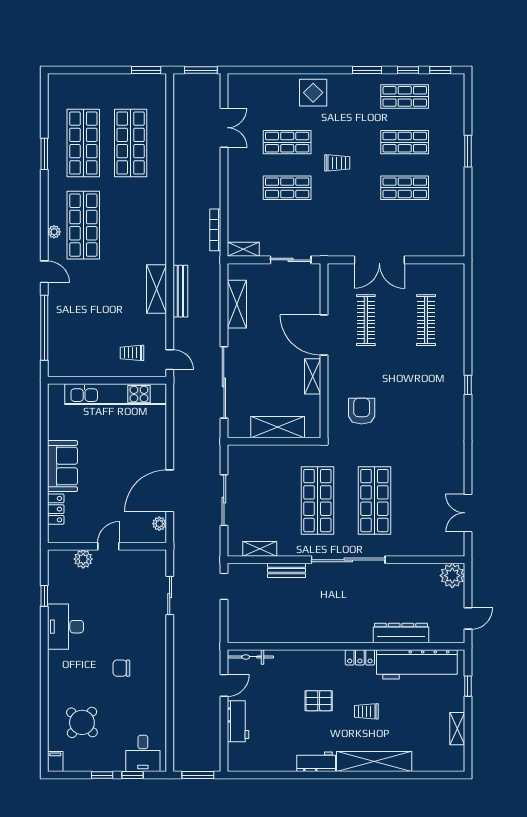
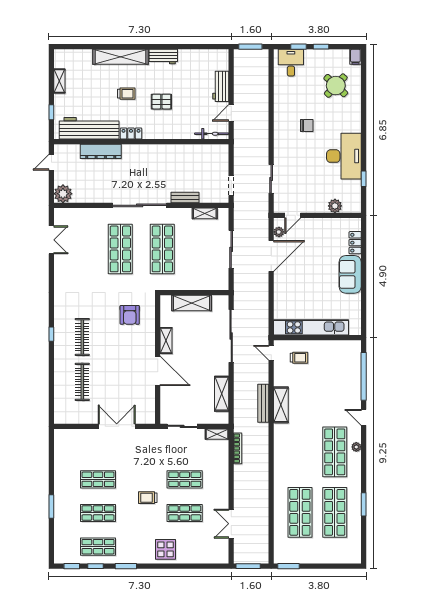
clothes rail: (366, 320) -> (82, 337), moved
door: (108, 546) -> (293, 215), moved
desk: (66, 627) -> (344, 156), width x1.36, depth x1.30

